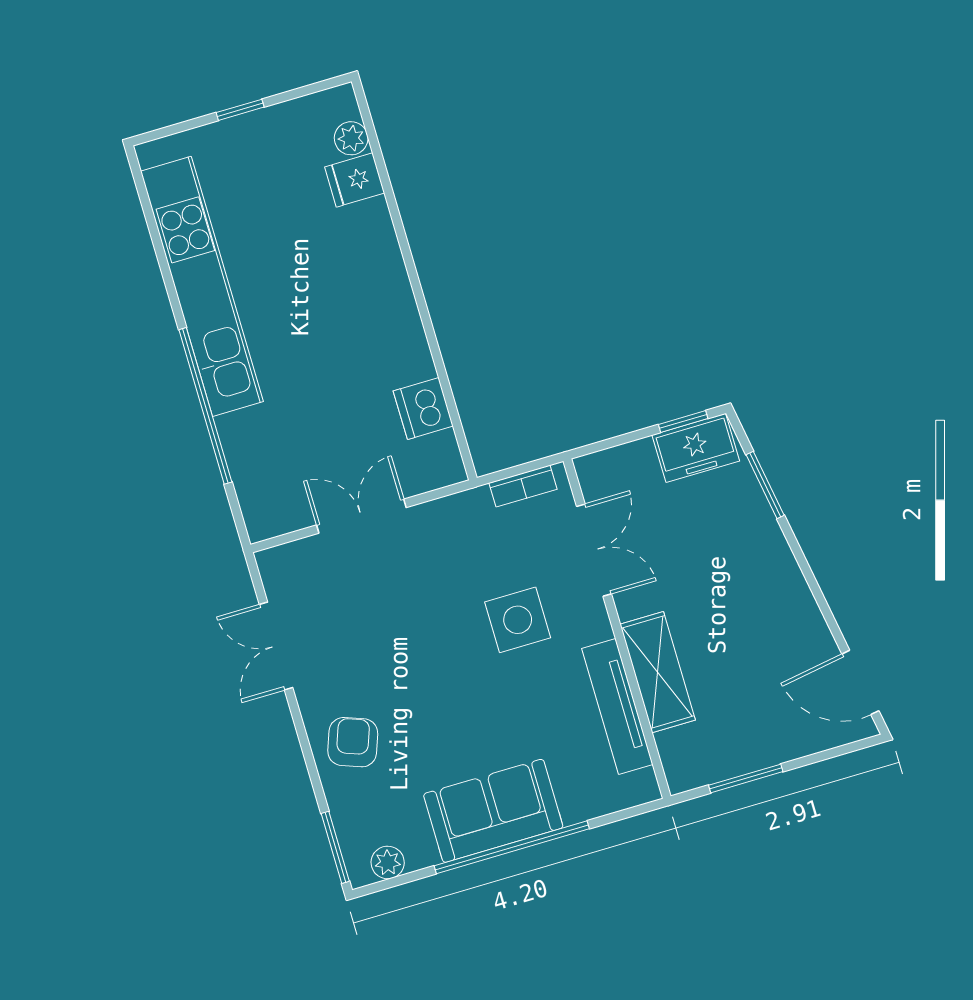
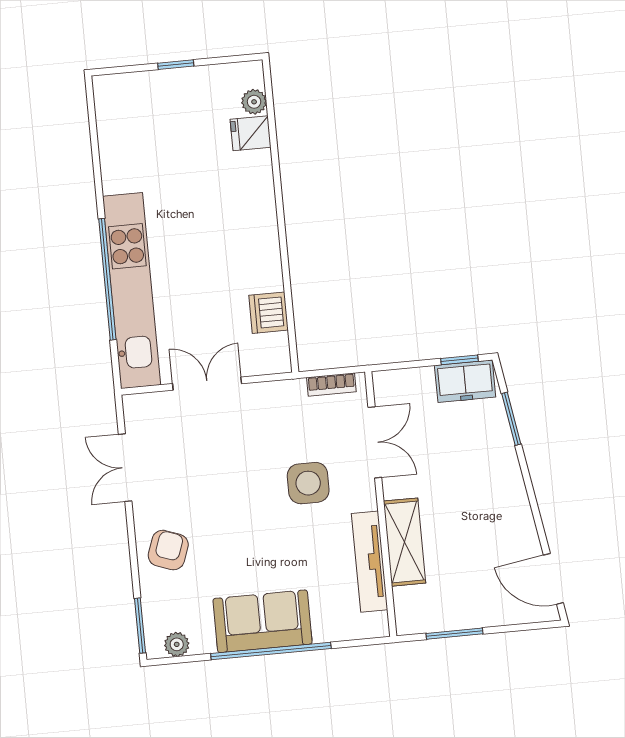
kitchen unit: (202, 286) -> (132, 291), moved

